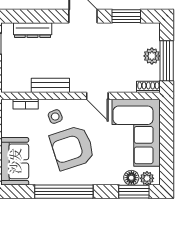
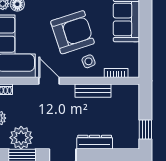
dresser: (33, 30) -> (95, 142), moved
plant: (127, 35) -> (21, 138), added

